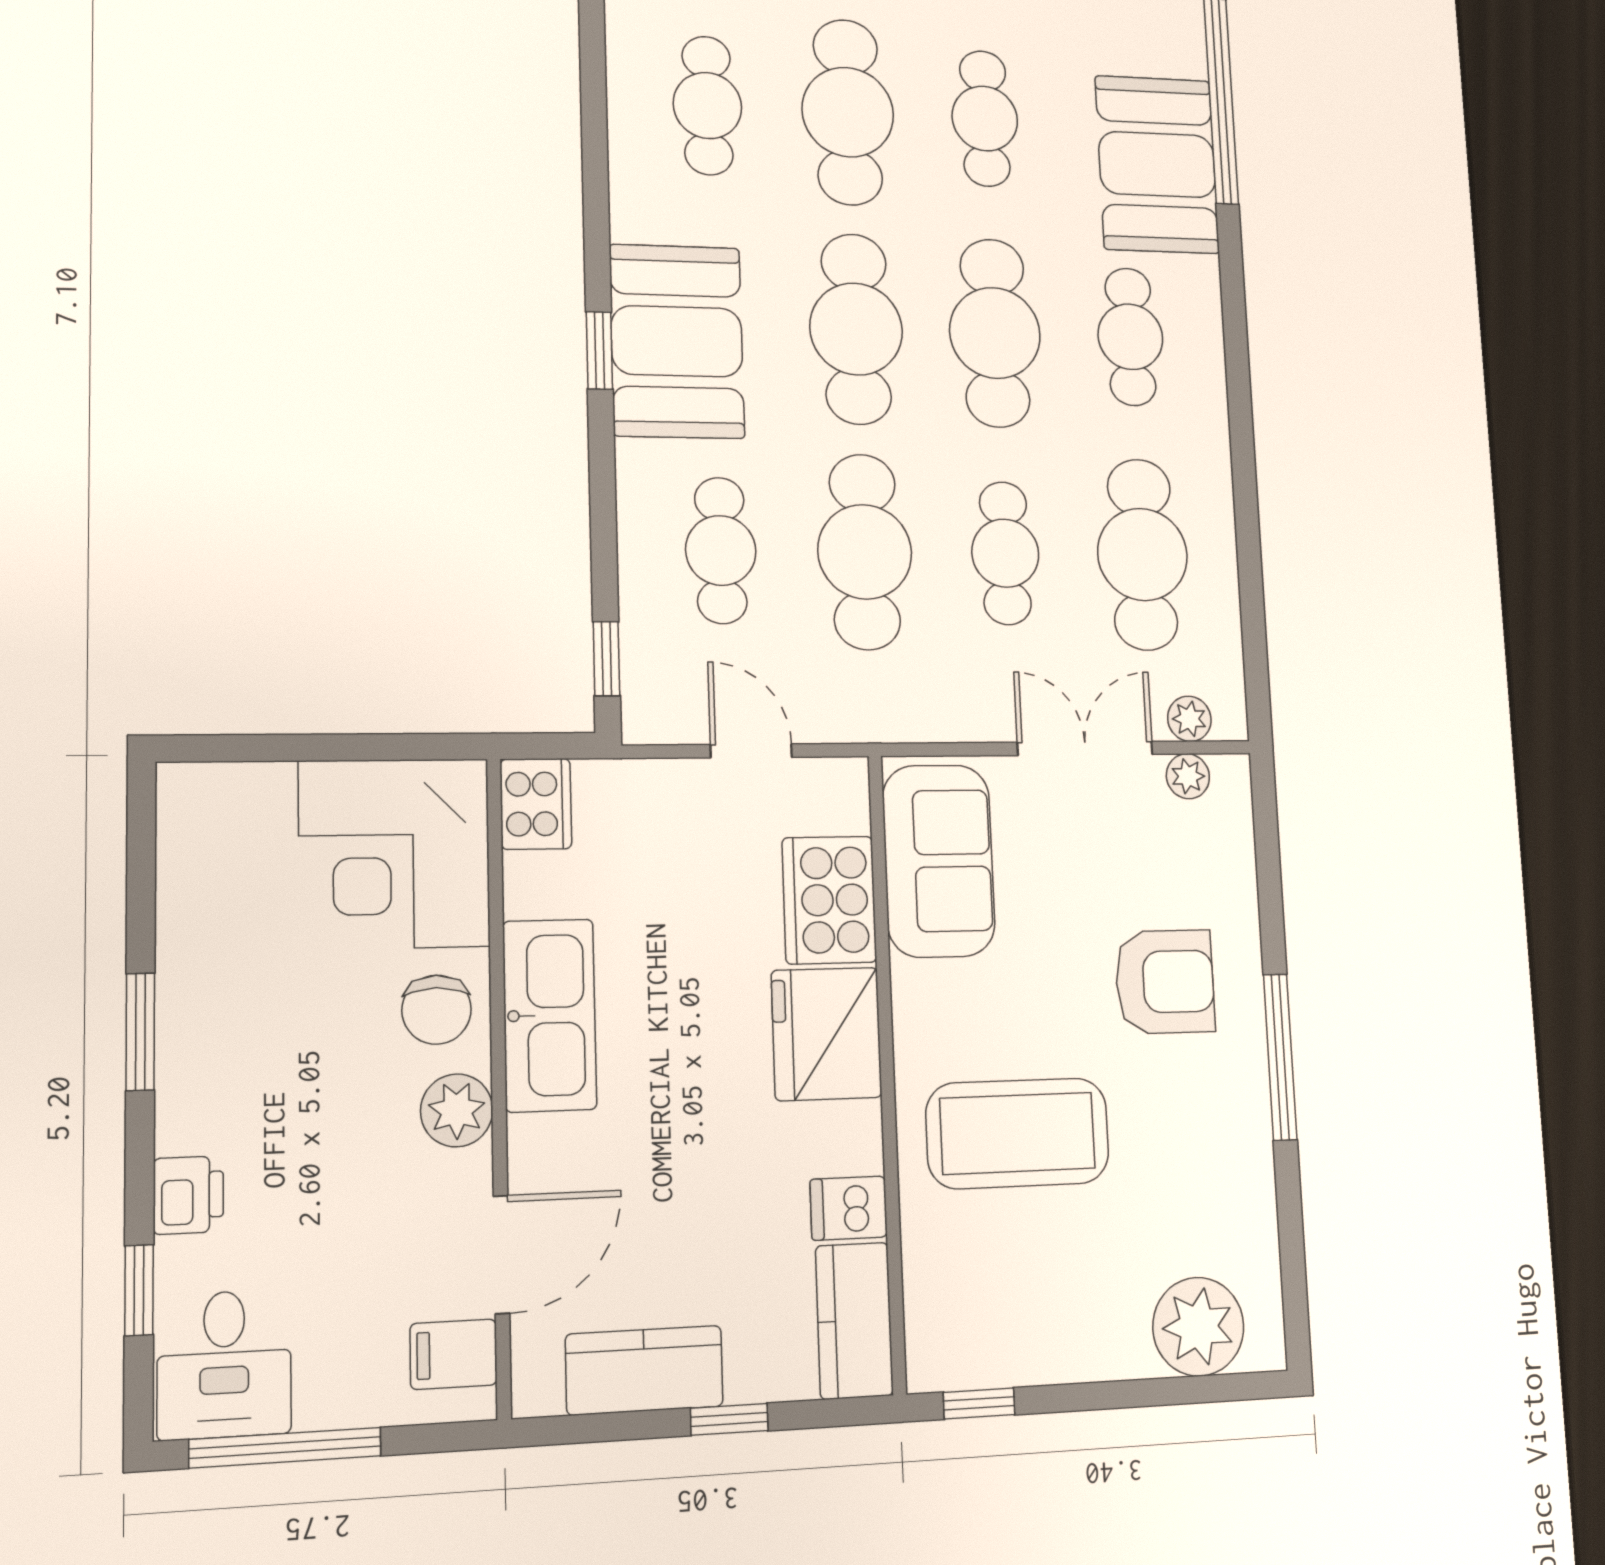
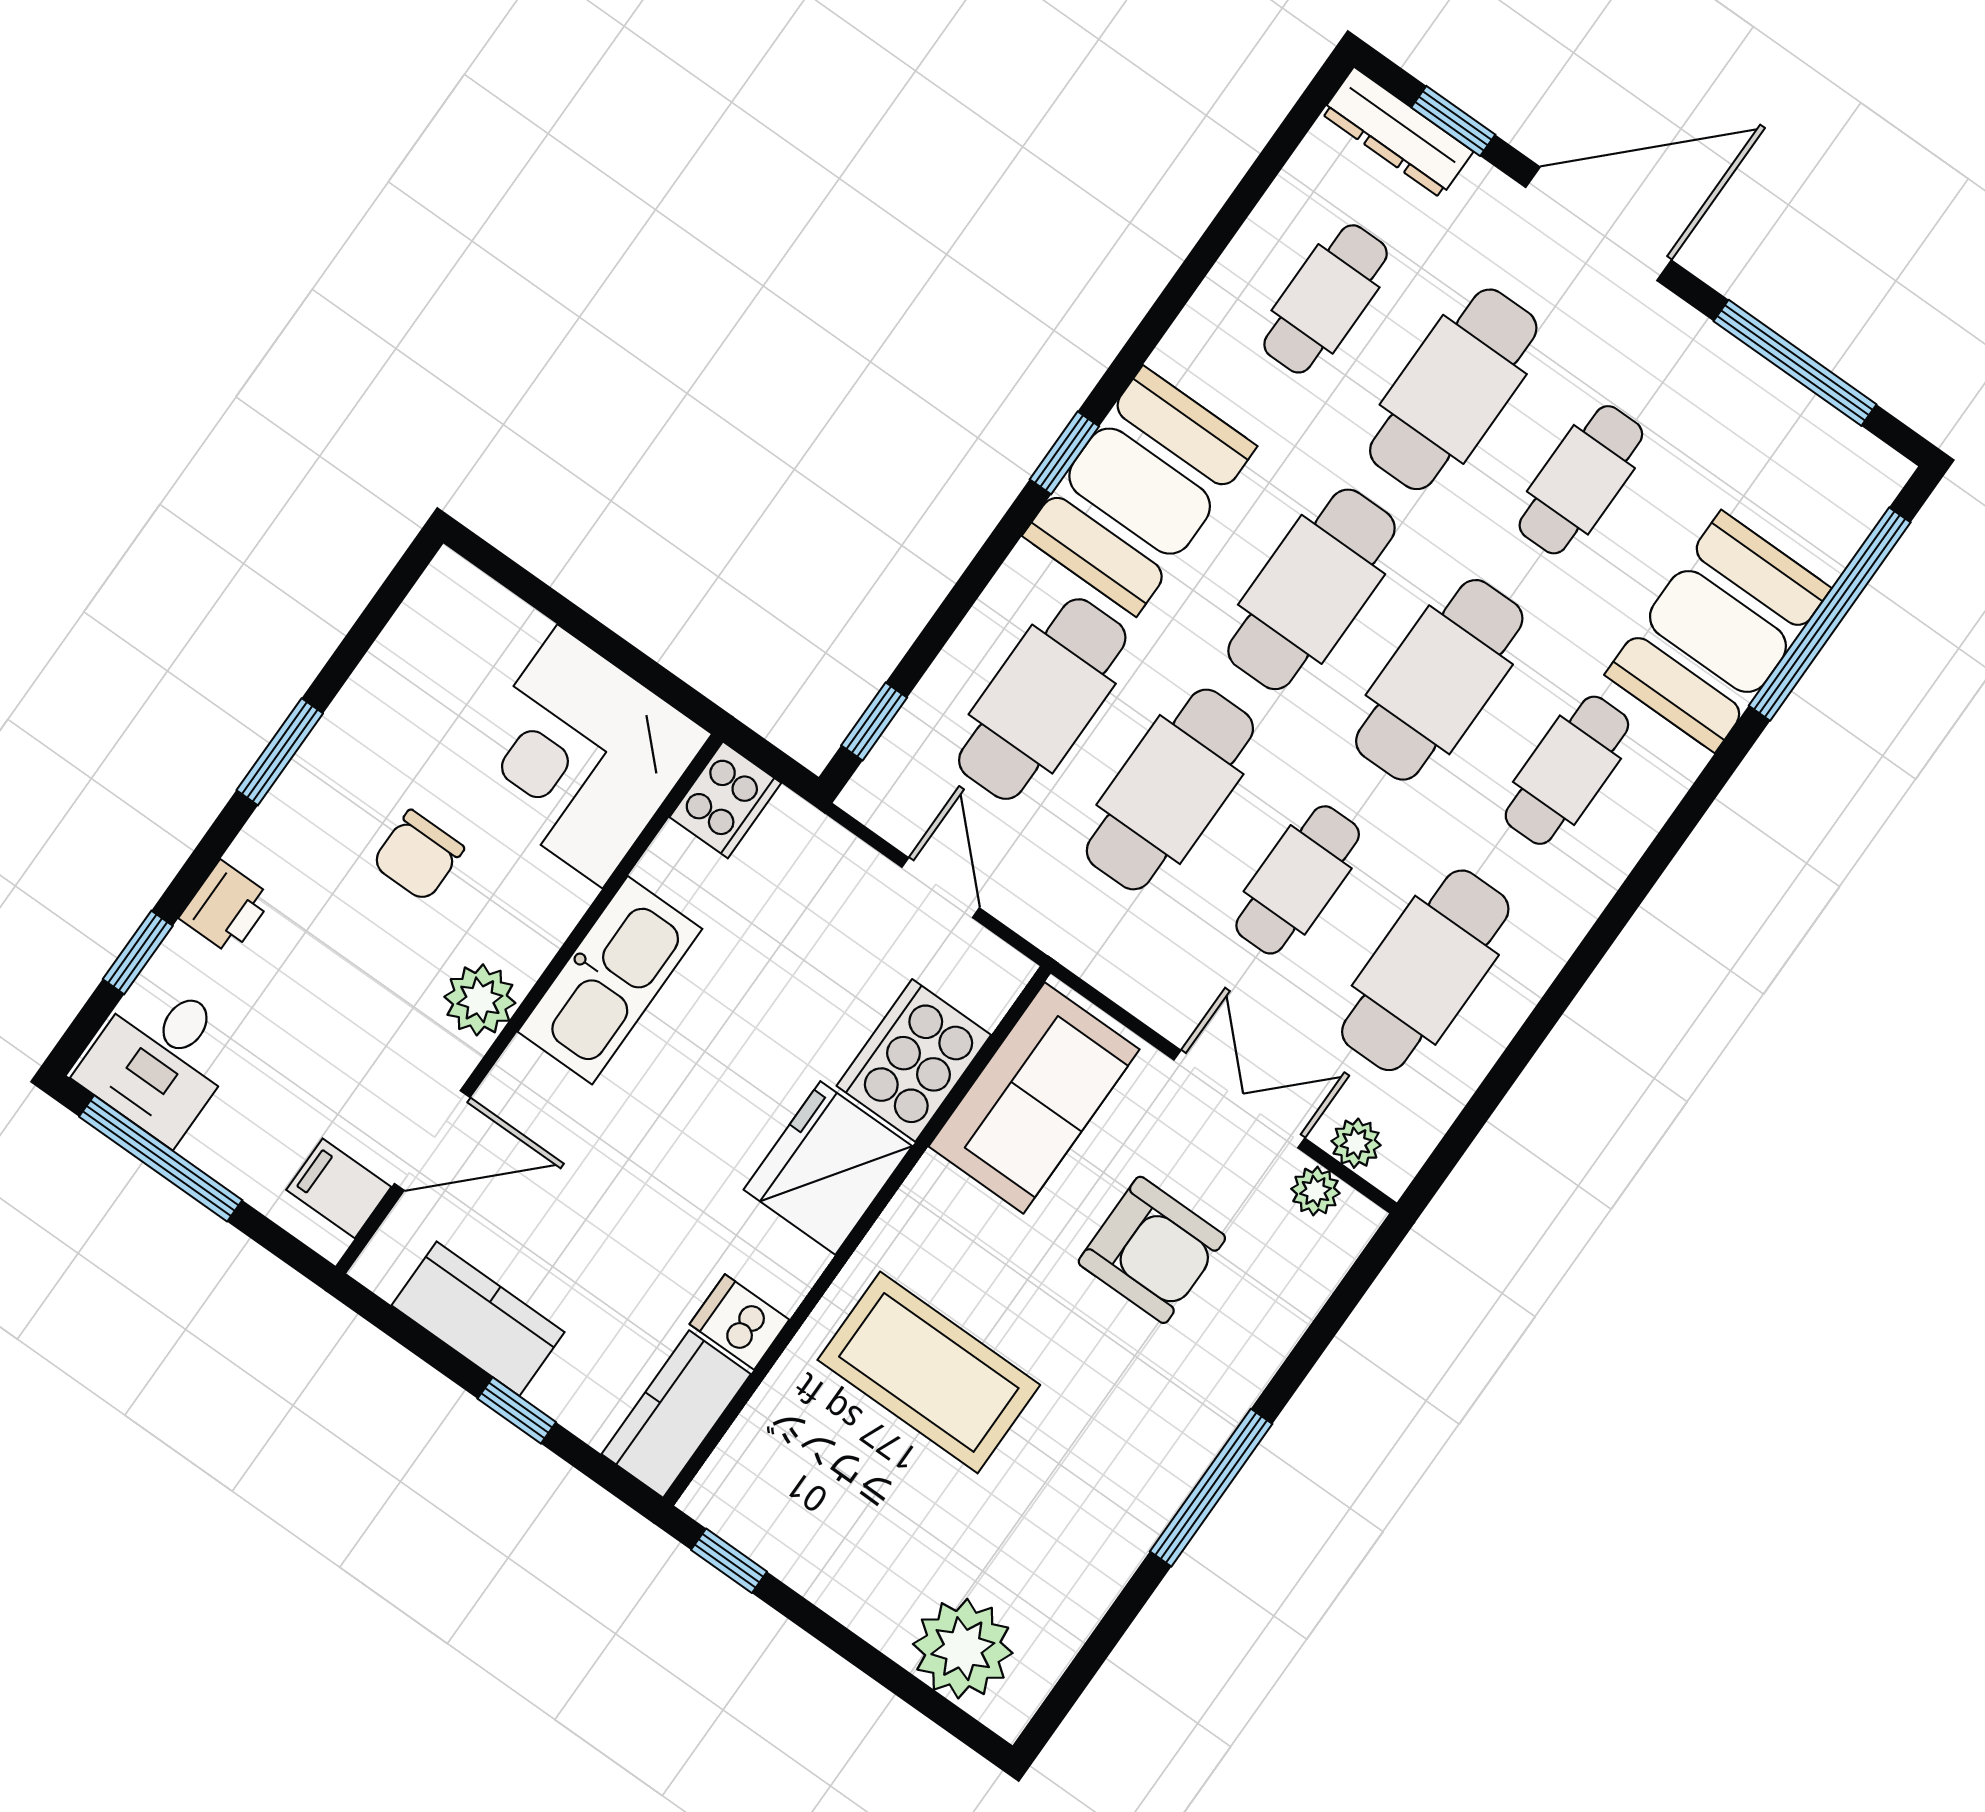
cafe table: (721, 550) -> (1042, 699), width x1.37, depth x1.35
armchair: (1165, 982) -> (1152, 1250), moved
chair: (437, 1010) -> (418, 856), moved

